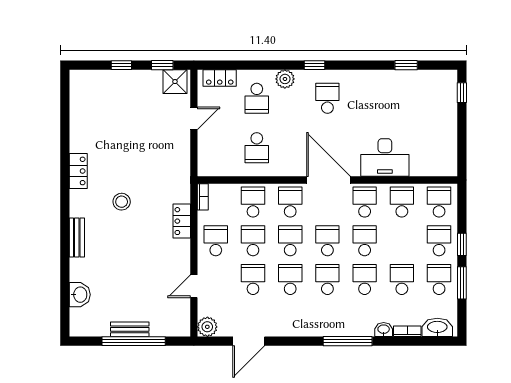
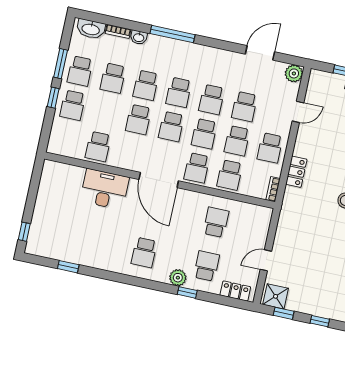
window: (314, 65) -> (187, 292), moved
school desk: (365, 202) -> (131, 154), removed
school desk: (439, 202) -> (65, 139), removed

